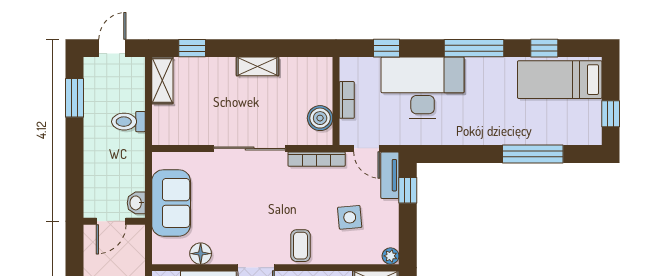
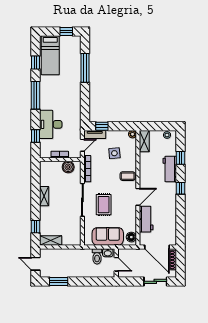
desk: (423, 88) -> (51, 124), width x0.73, depth x0.77
toilet: (128, 122) -> (97, 256), moved
rug: (239, 194) -> (104, 205), added
floor lamp: (201, 254) -> (131, 237), moved

